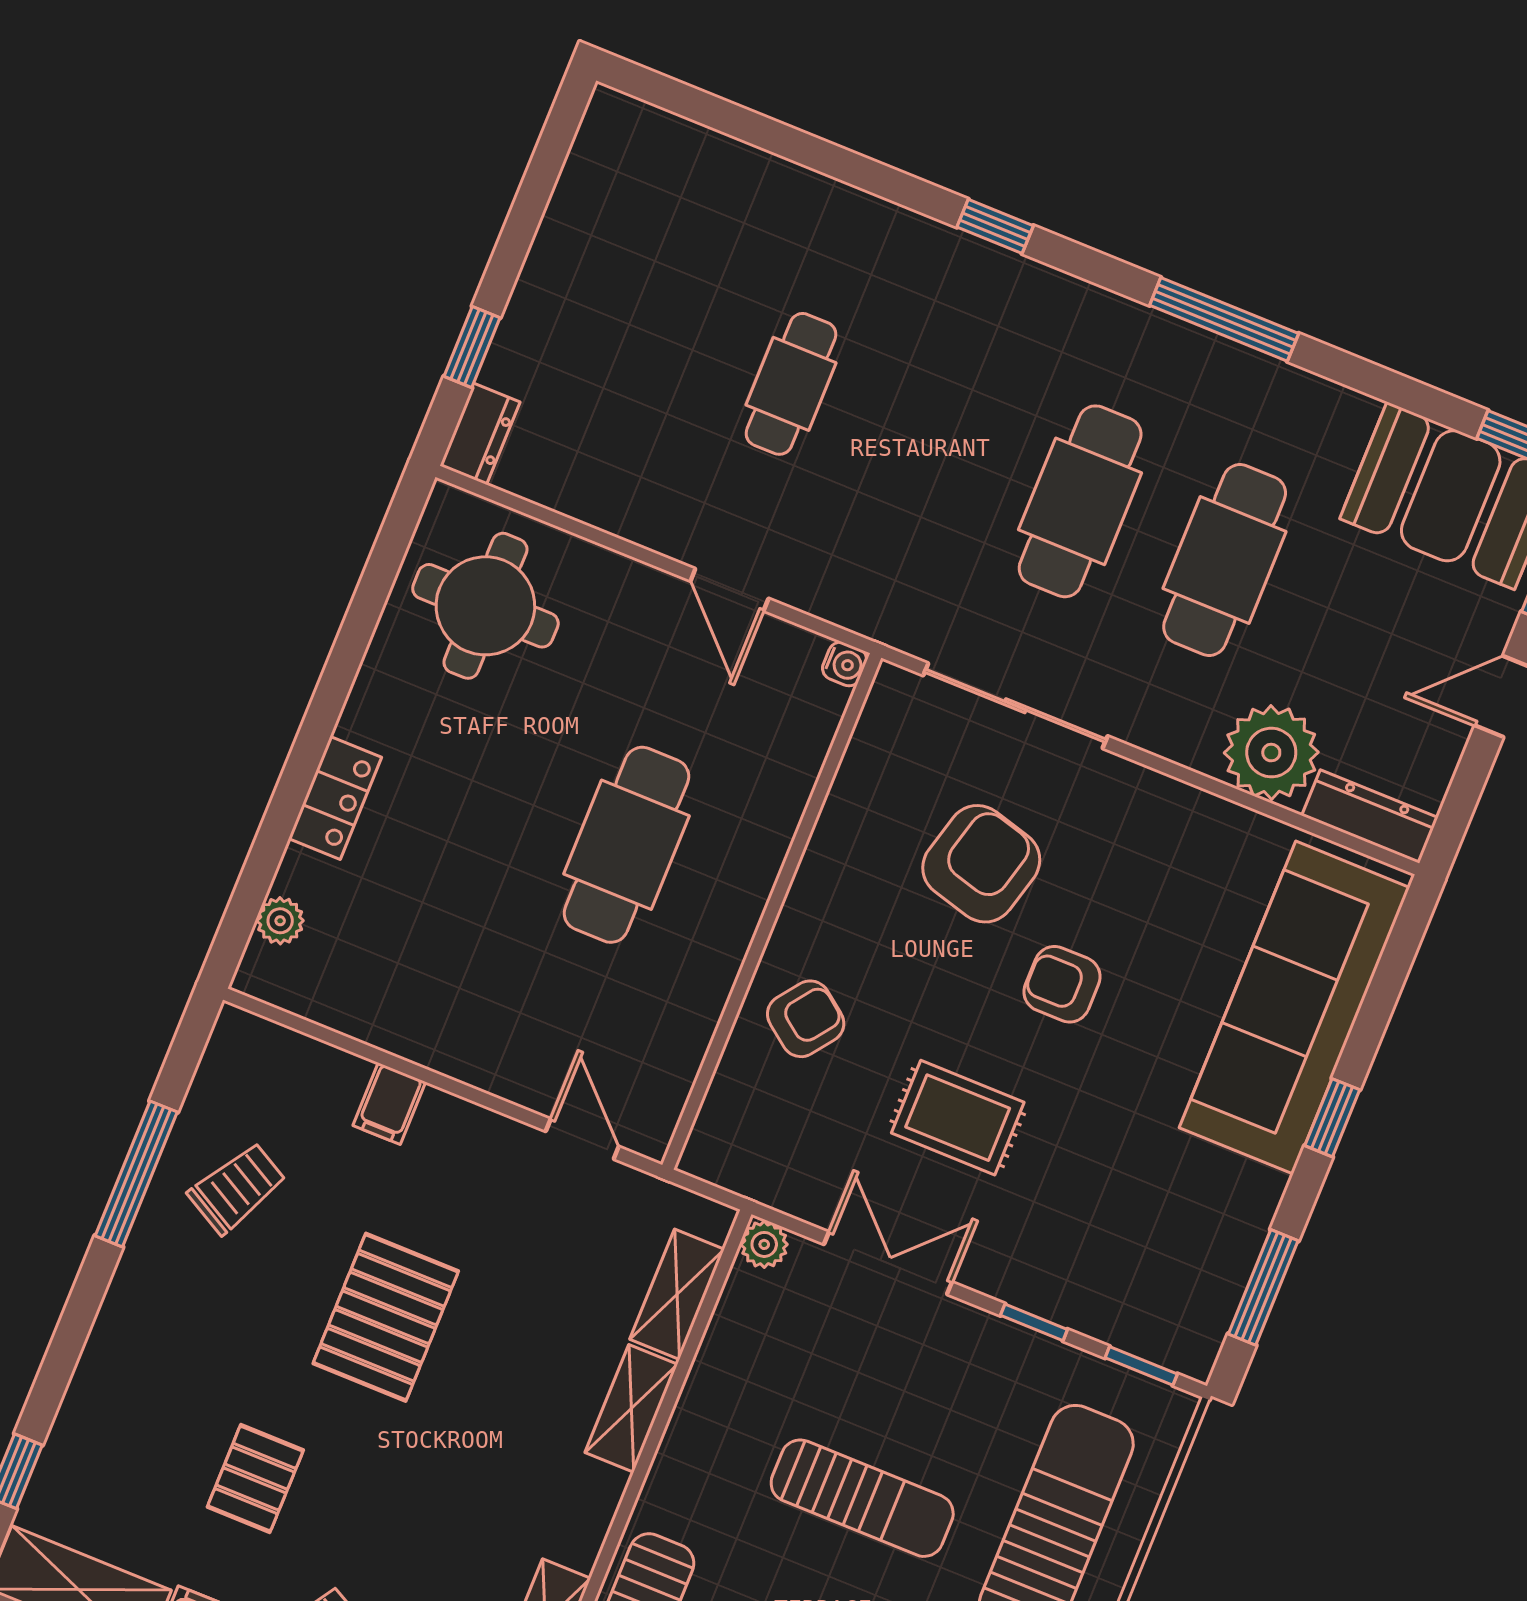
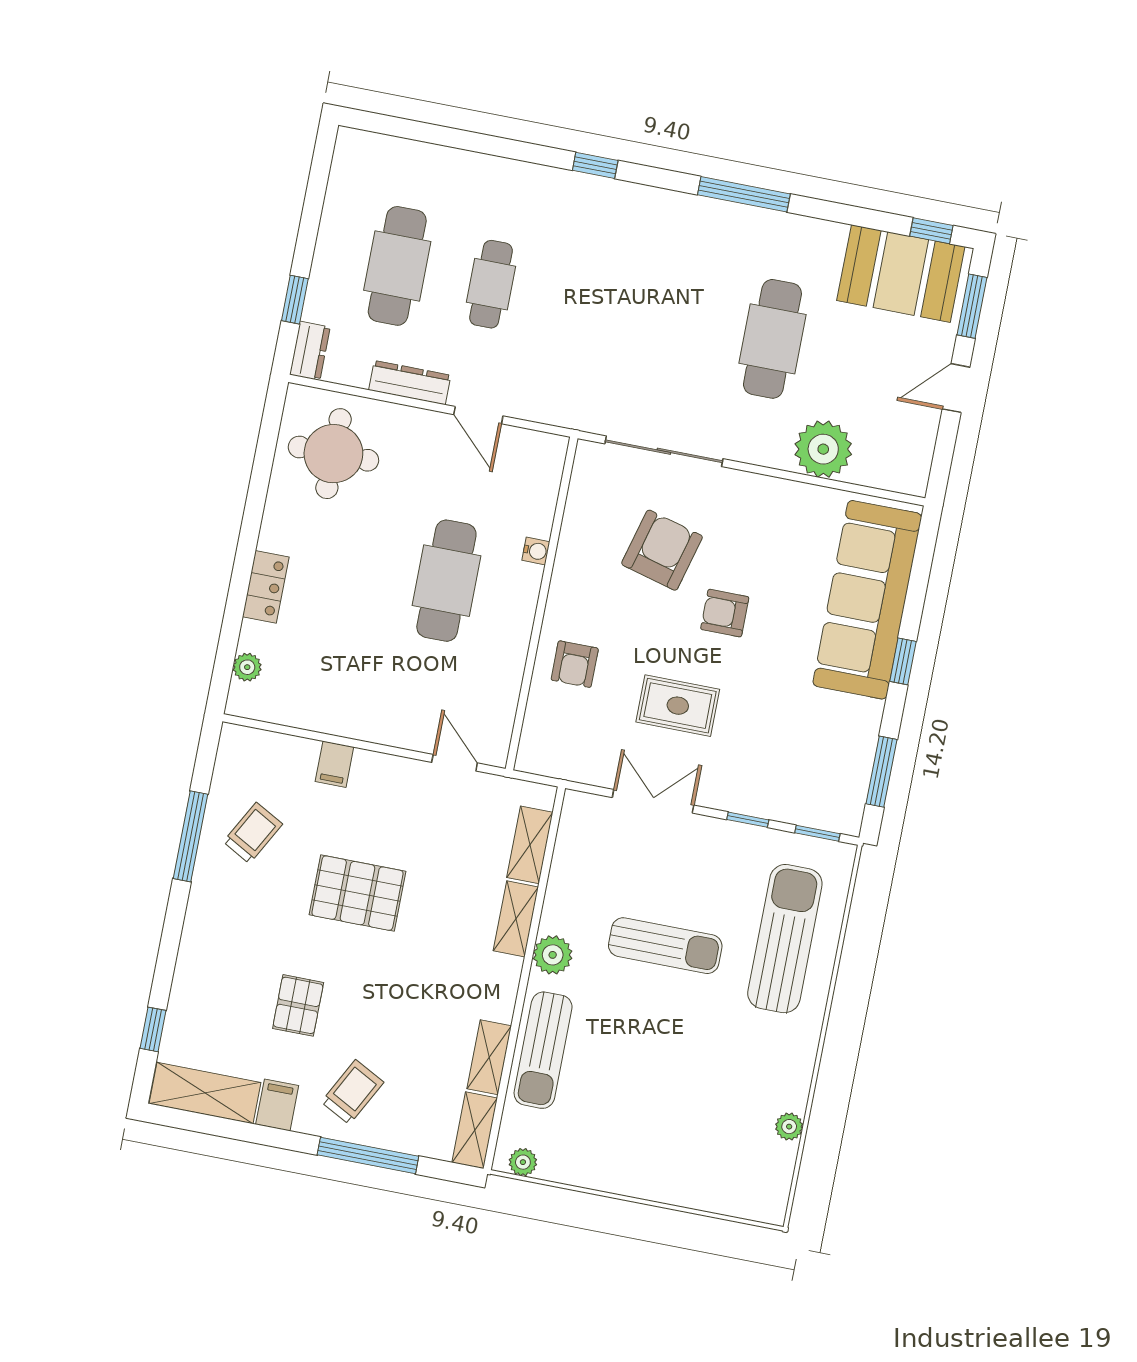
cafe table: (1080, 501) -> (397, 266), moved
water cooler: (845, 664) -> (536, 551), moved
dresser: (1370, 817) -> (410, 383), moved
armchair: (806, 1019) -> (575, 664), turned 143
plant: (764, 1244) -> (553, 955), moved, width x1.38, depth x1.38
pallet: (386, 1317) -> (357, 893), turned 90

